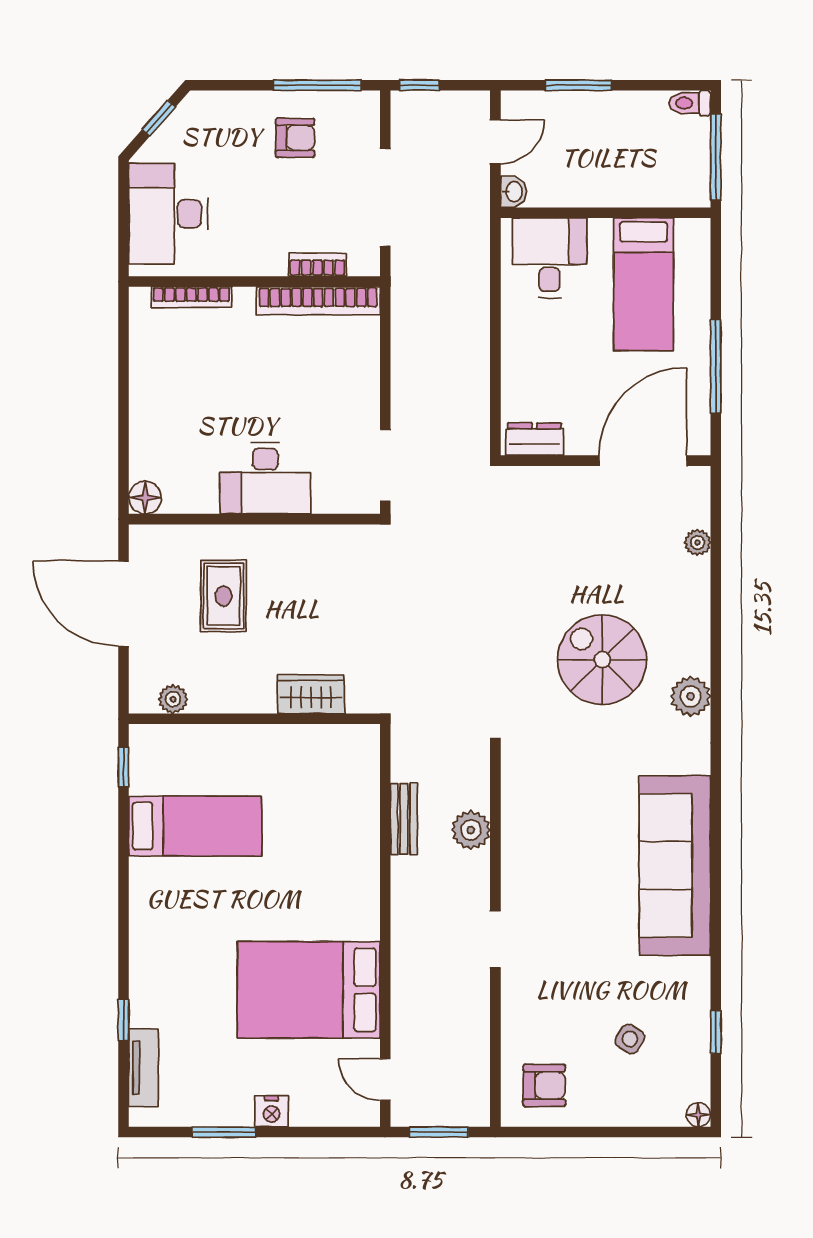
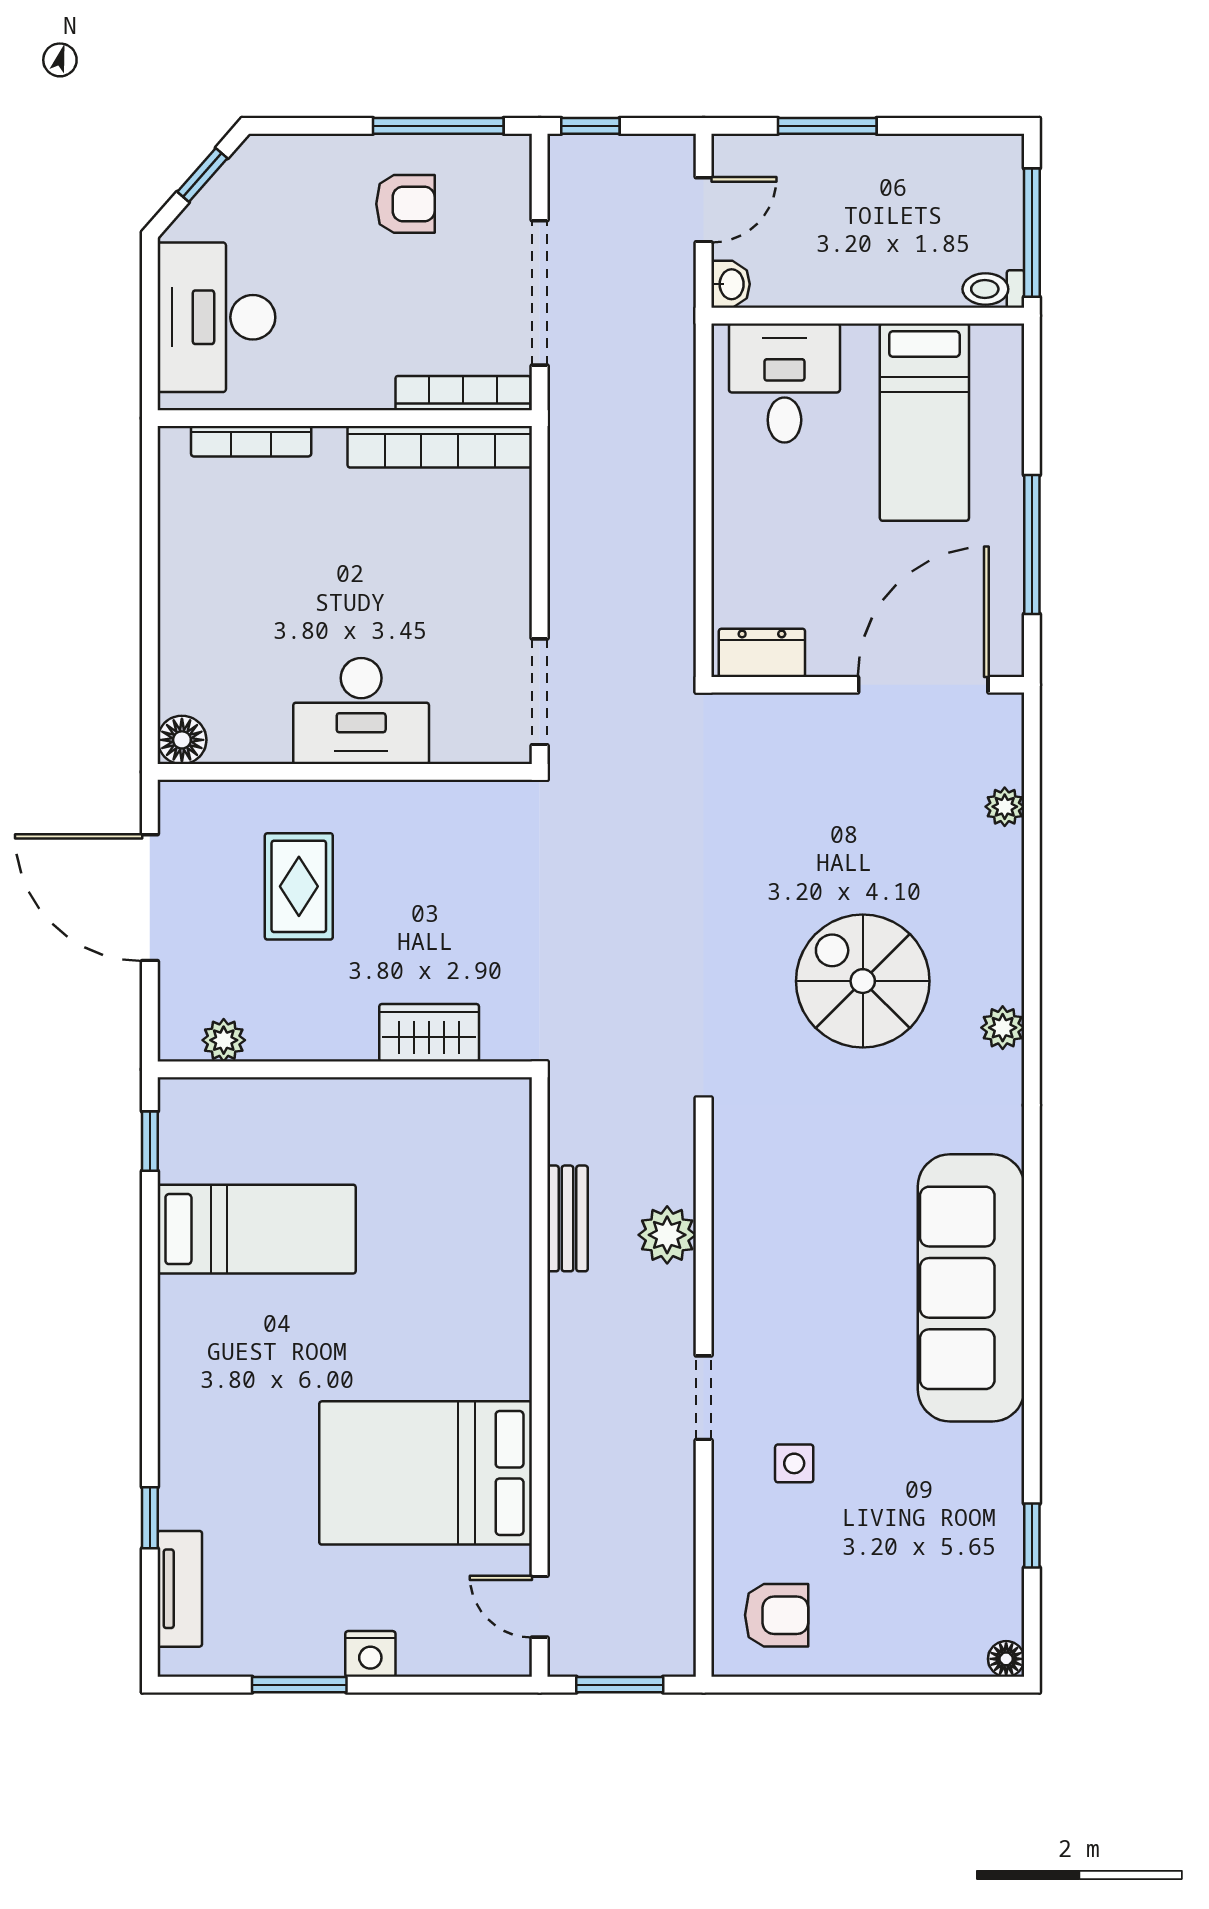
toilet: (690, 103) -> (993, 289), moved
bookcase: (317, 265) -> (463, 393), width x1.56
plant: (691, 696) -> (1003, 1028), width x0.73, depth x0.73
side table: (630, 1039) -> (794, 1463), moved, turned -32

